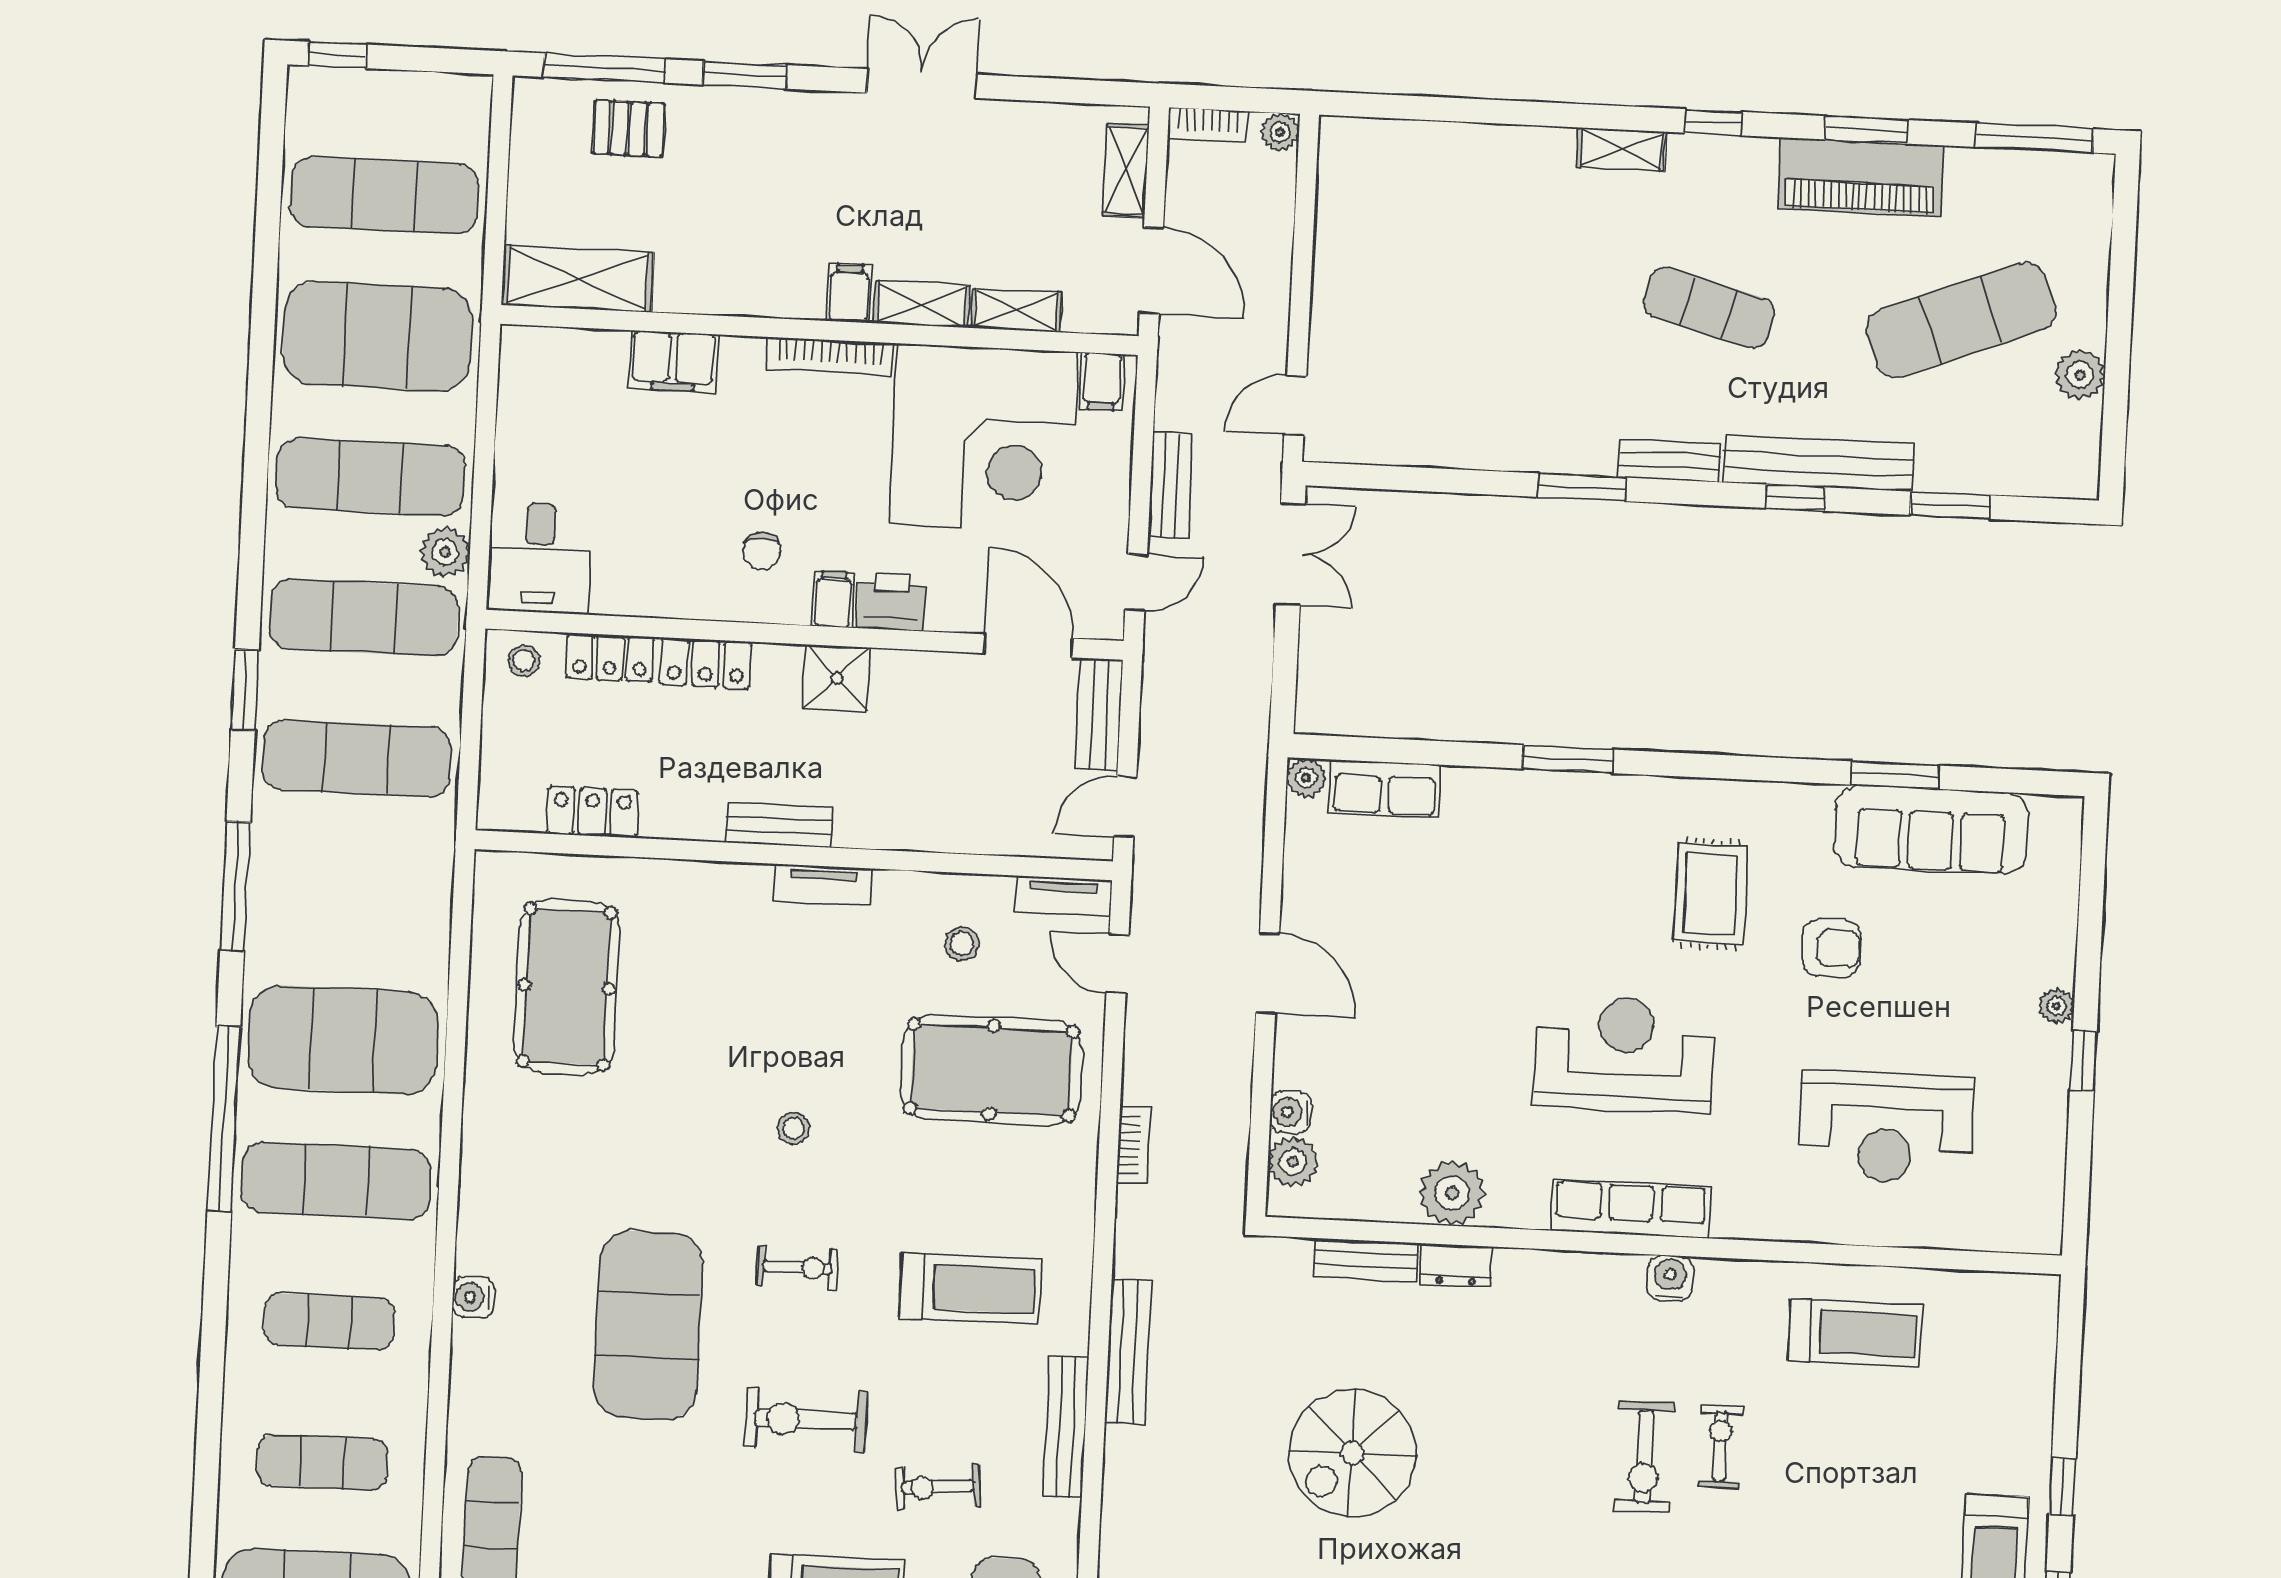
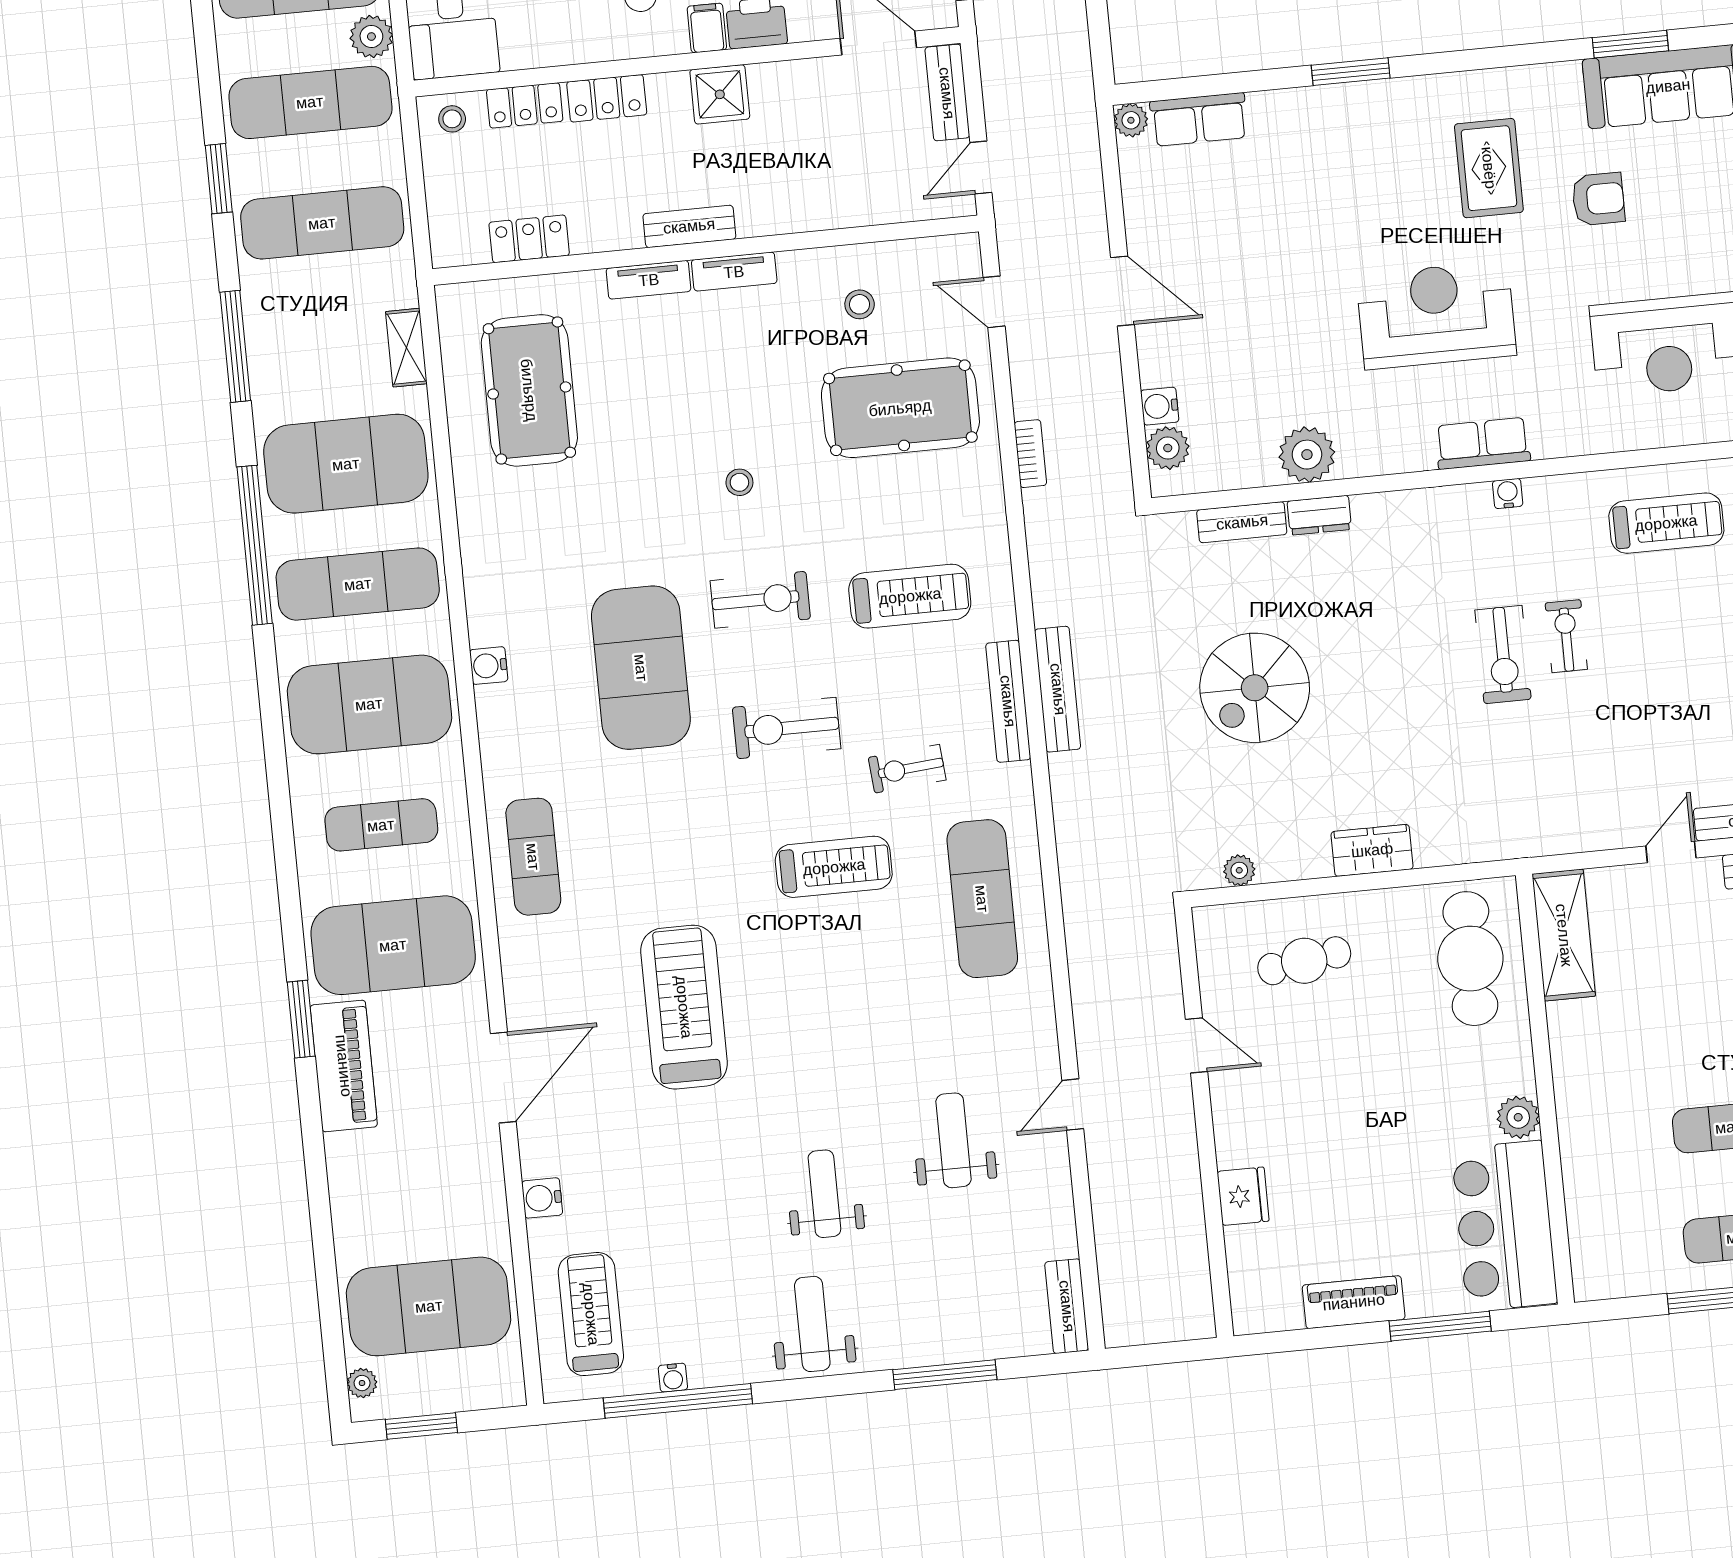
tv unit: (1063, 896) -> (649, 280), moved
shelving: (432, 917) -> (406, 348), added
row of seats: (1631, 1209) -> (1483, 443), width x0.68
exercise bike: (797, 1267) -> (760, 600), width x1.38, depth x1.39
water cooler: (1670, 1278) -> (1508, 494), width x0.72, depth x0.72
exercise mat: (329, 1322) -> (369, 704), width x2.00, depth x1.45
bench: (1128, 1352) -> (1058, 689), moved

